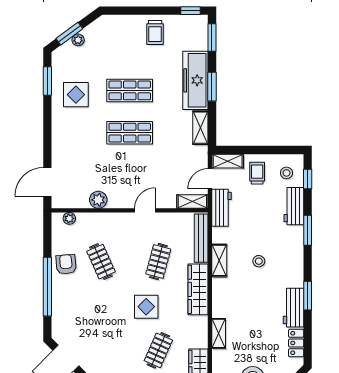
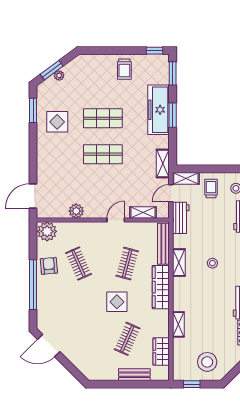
shelving: (200, 128) -> (163, 163), moved
shelving: (192, 201) -> (143, 213), moved
plant: (69, 218) -> (47, 231), width x1.88, depth x1.88

